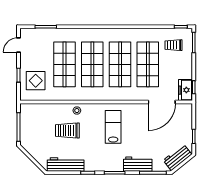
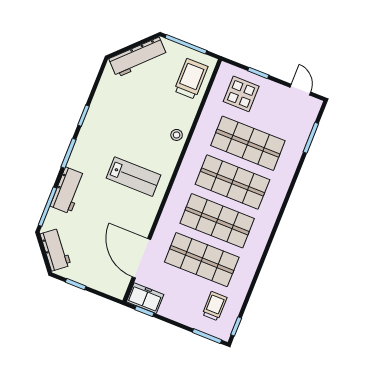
trolley: (67, 131) -> (191, 79), moved
workbench: (66, 165) -> (138, 57), moved, turned 45

